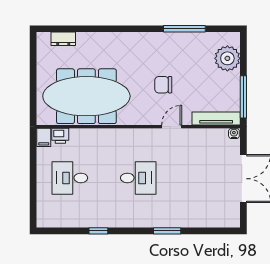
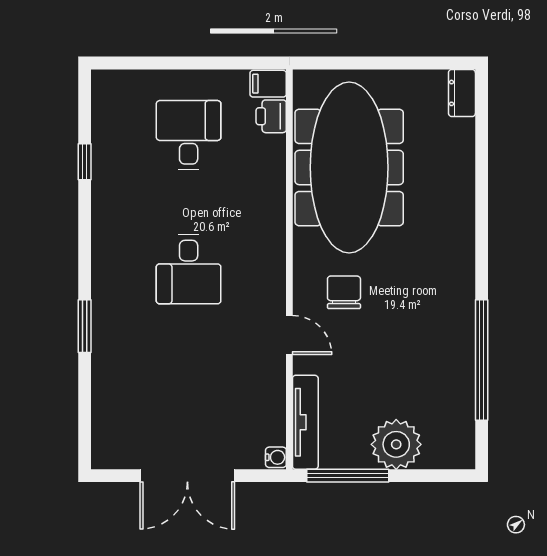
window: (184, 29) -> (482, 360), width x1.46
dresser: (63, 39) -> (462, 93), moved
plant: (227, 58) -> (396, 444), moved
chair: (163, 85) -> (344, 292), moved
window: (98, 231) -> (85, 162), moved

